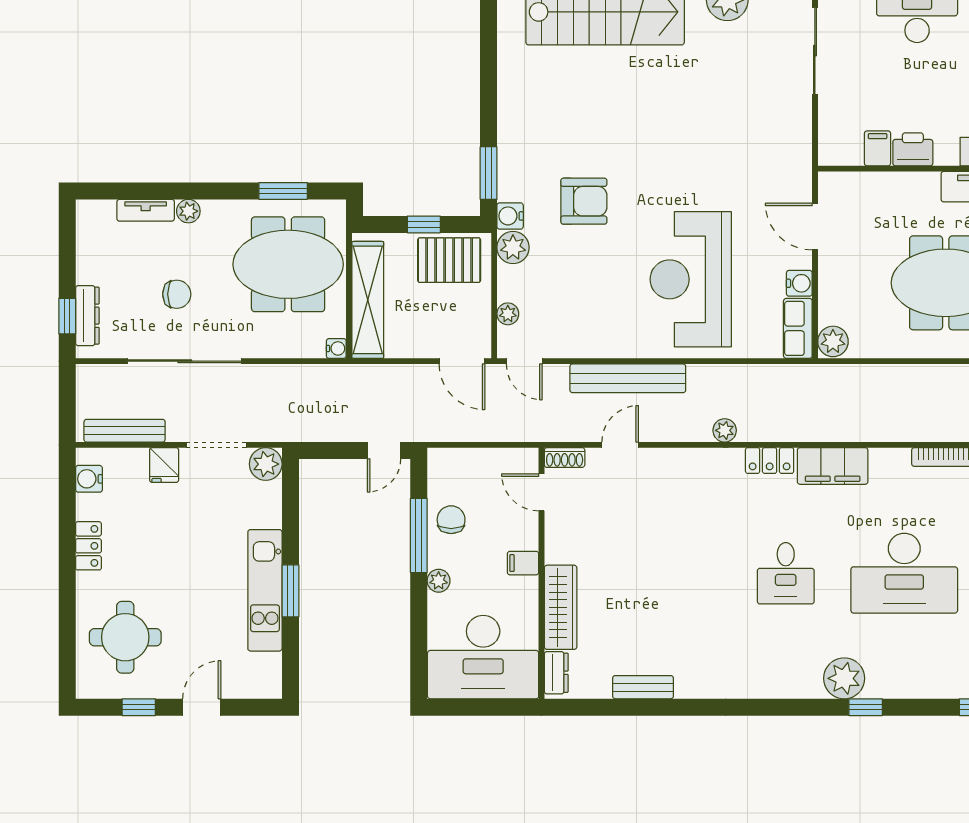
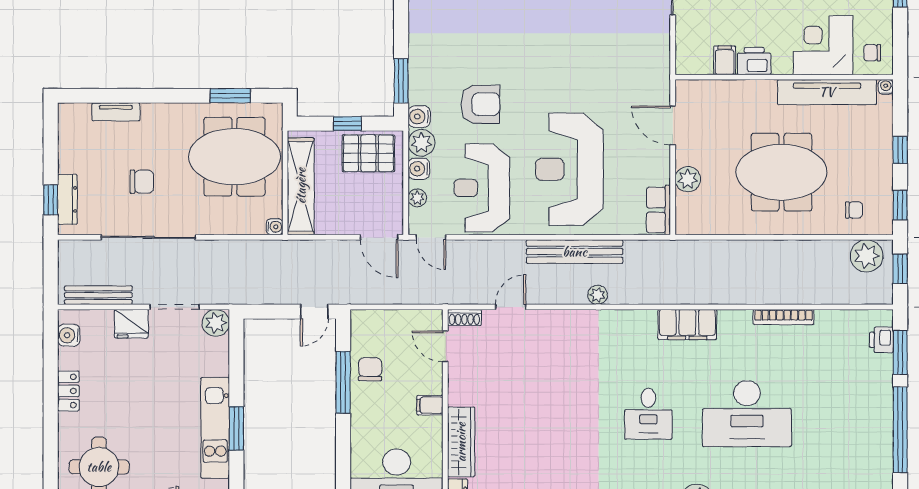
plant: (188, 211) -> (151, 112), removed
water cooler: (799, 283) -> (419, 169), moved, turned 180
reception desk: (586, 302) -> (482, 188), added
plant: (833, 341) -> (688, 179), moved
bench: (628, 378) -> (575, 252), moved
locker: (770, 461) -> (635, 320), removed
fridge: (164, 465) -> (131, 324), width x1.38
plant: (439, 581) -> (360, 420), removed

